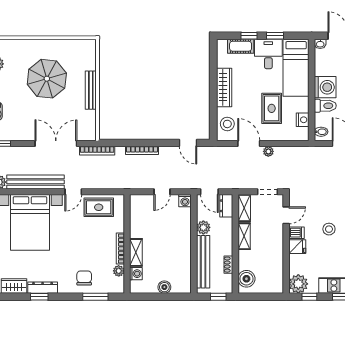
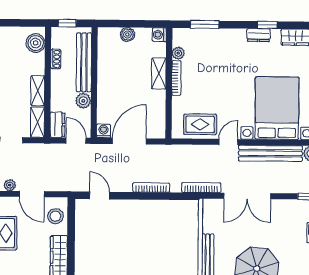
door: (162, 192) -> (129, 141), width x1.87
washing machine: (136, 274) -> (159, 35), moved
chair: (84, 278) -> (217, 45), removed
dresser: (43, 288) -> (259, 35), width x0.70

